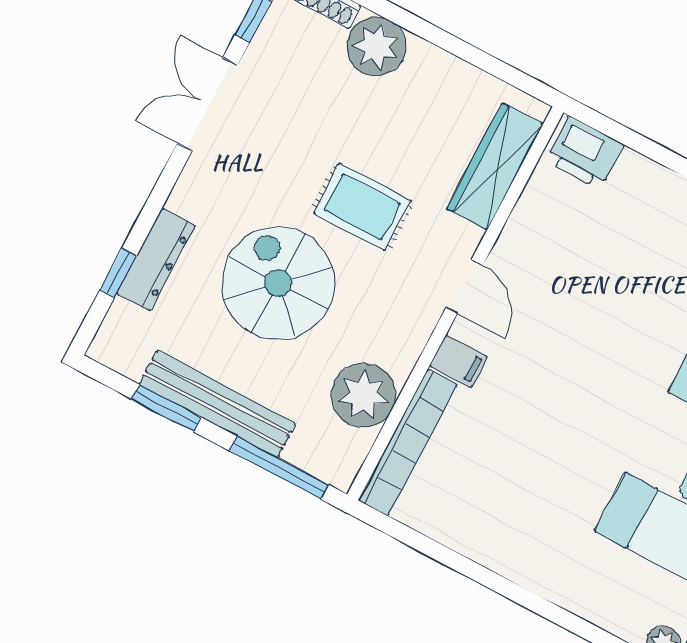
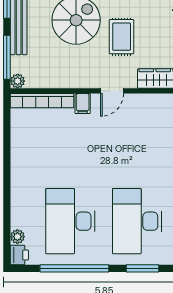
plant: (364, 395) -> (18, 81), moved, width x0.53, depth x0.53

